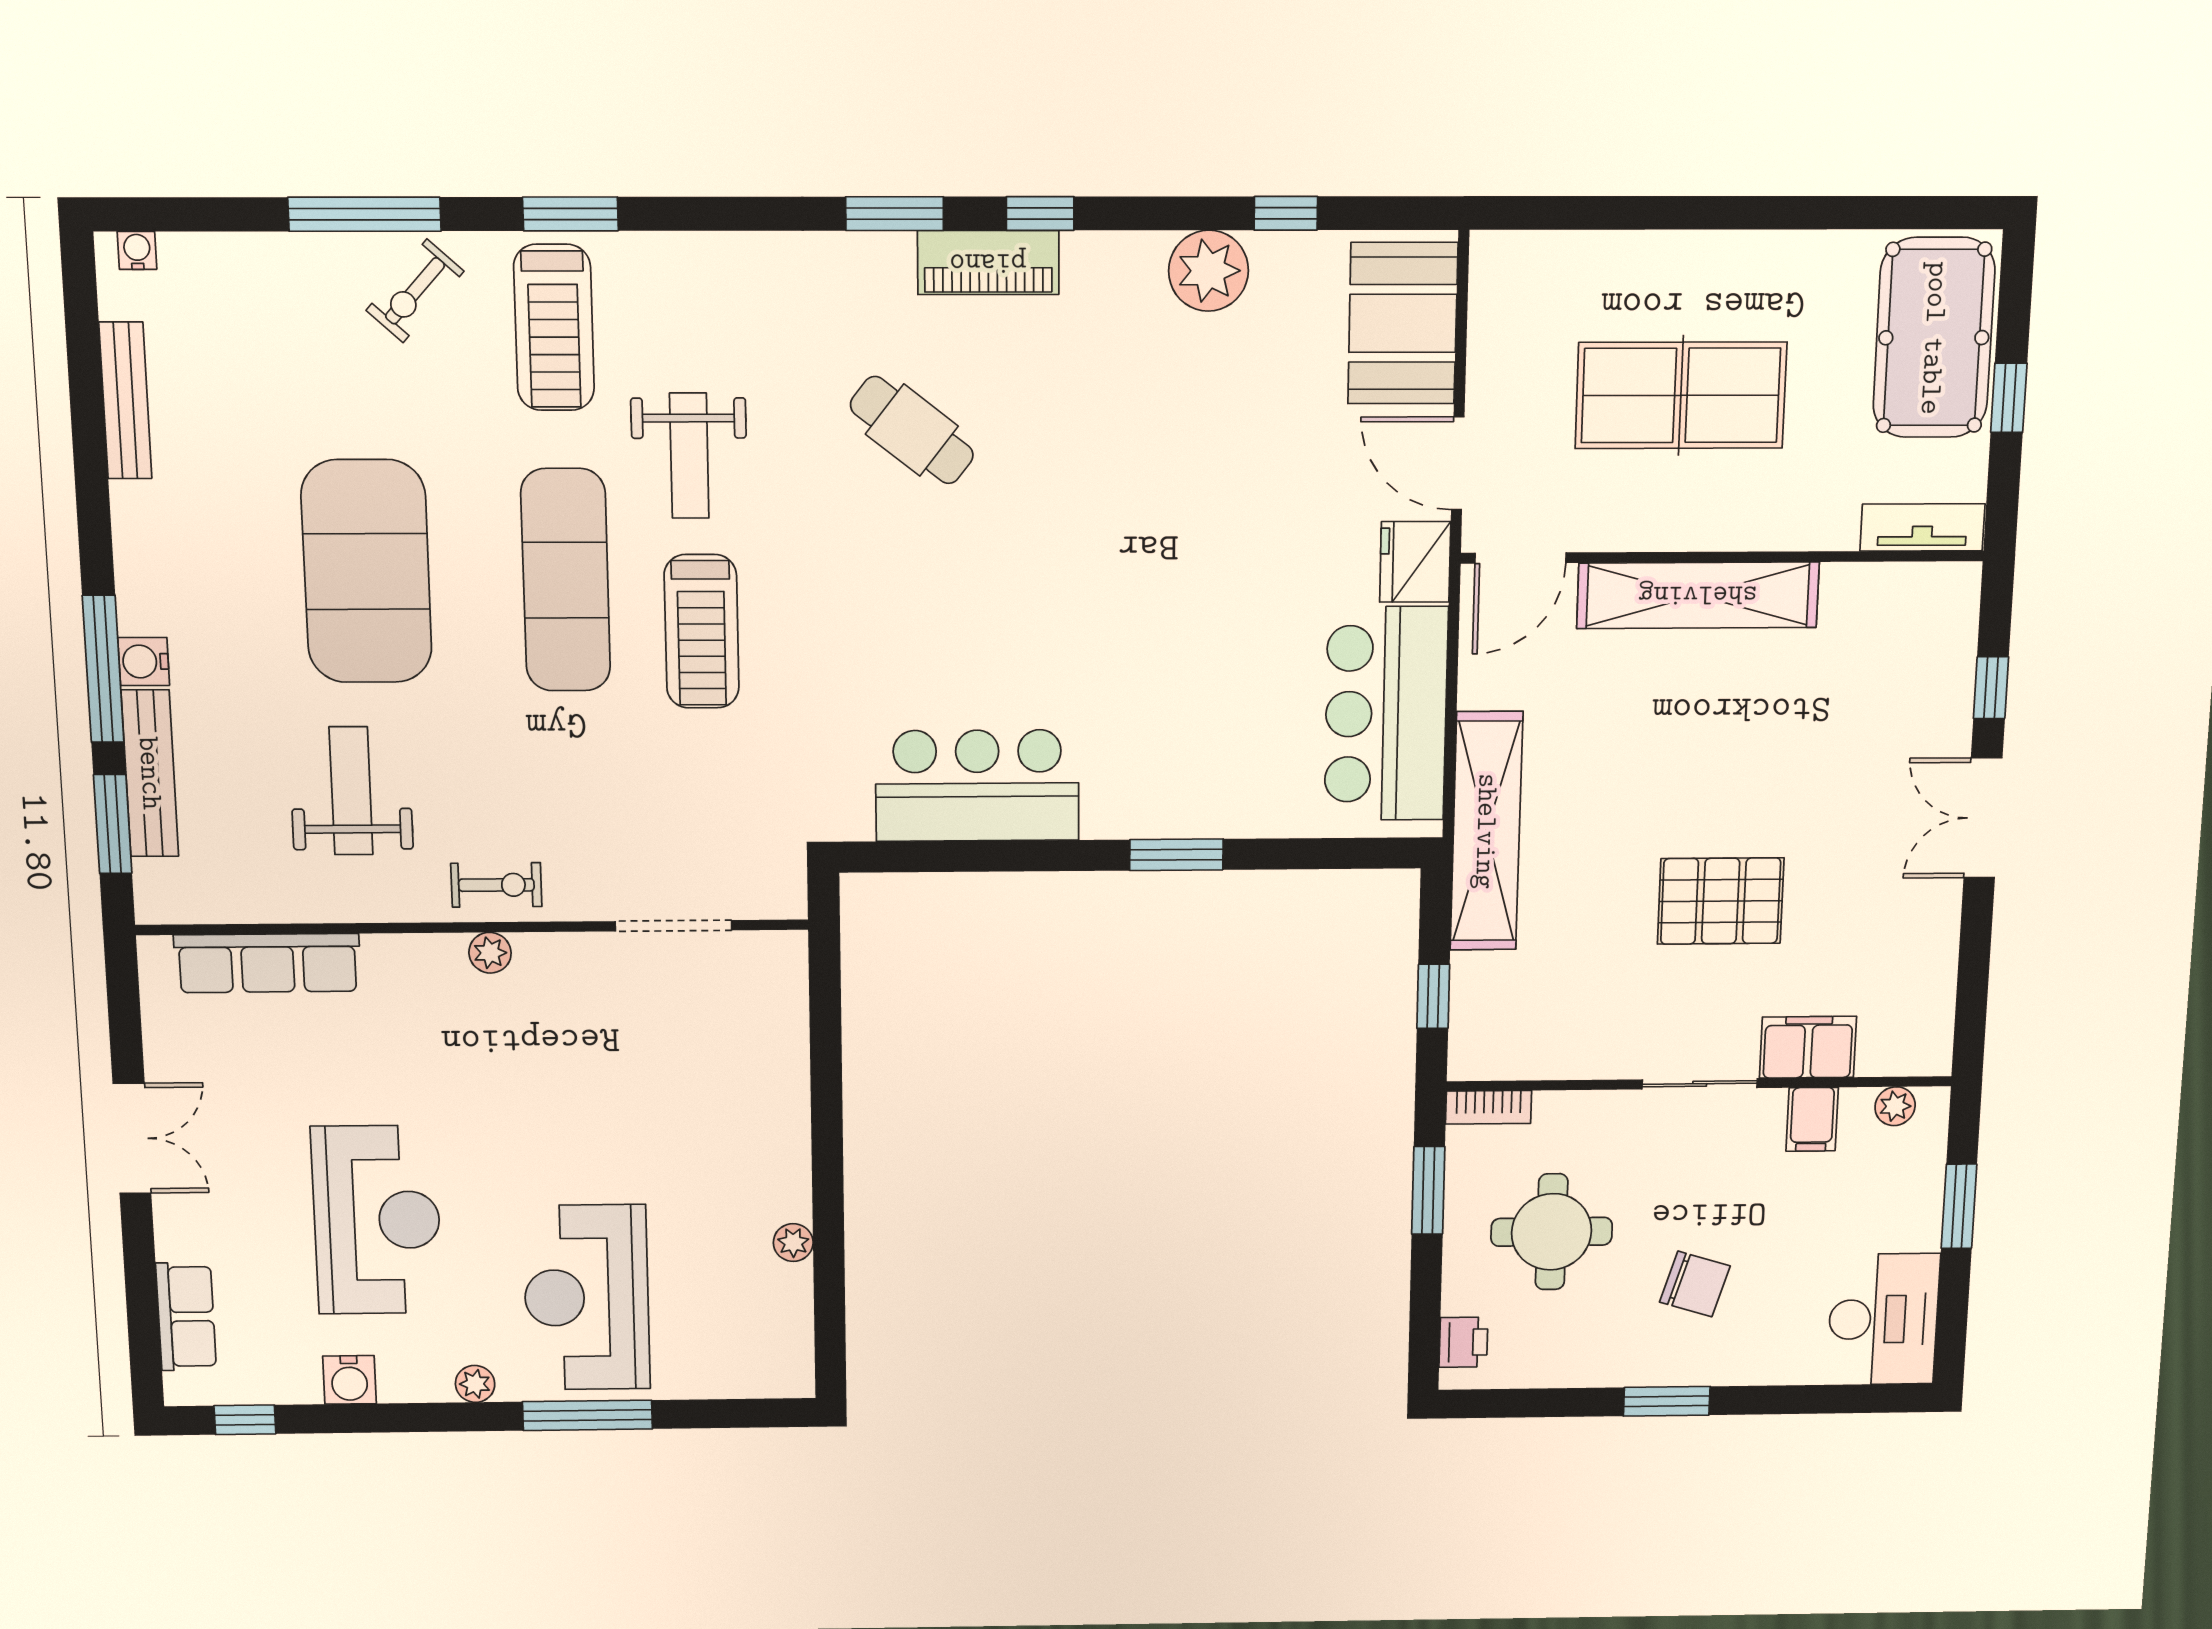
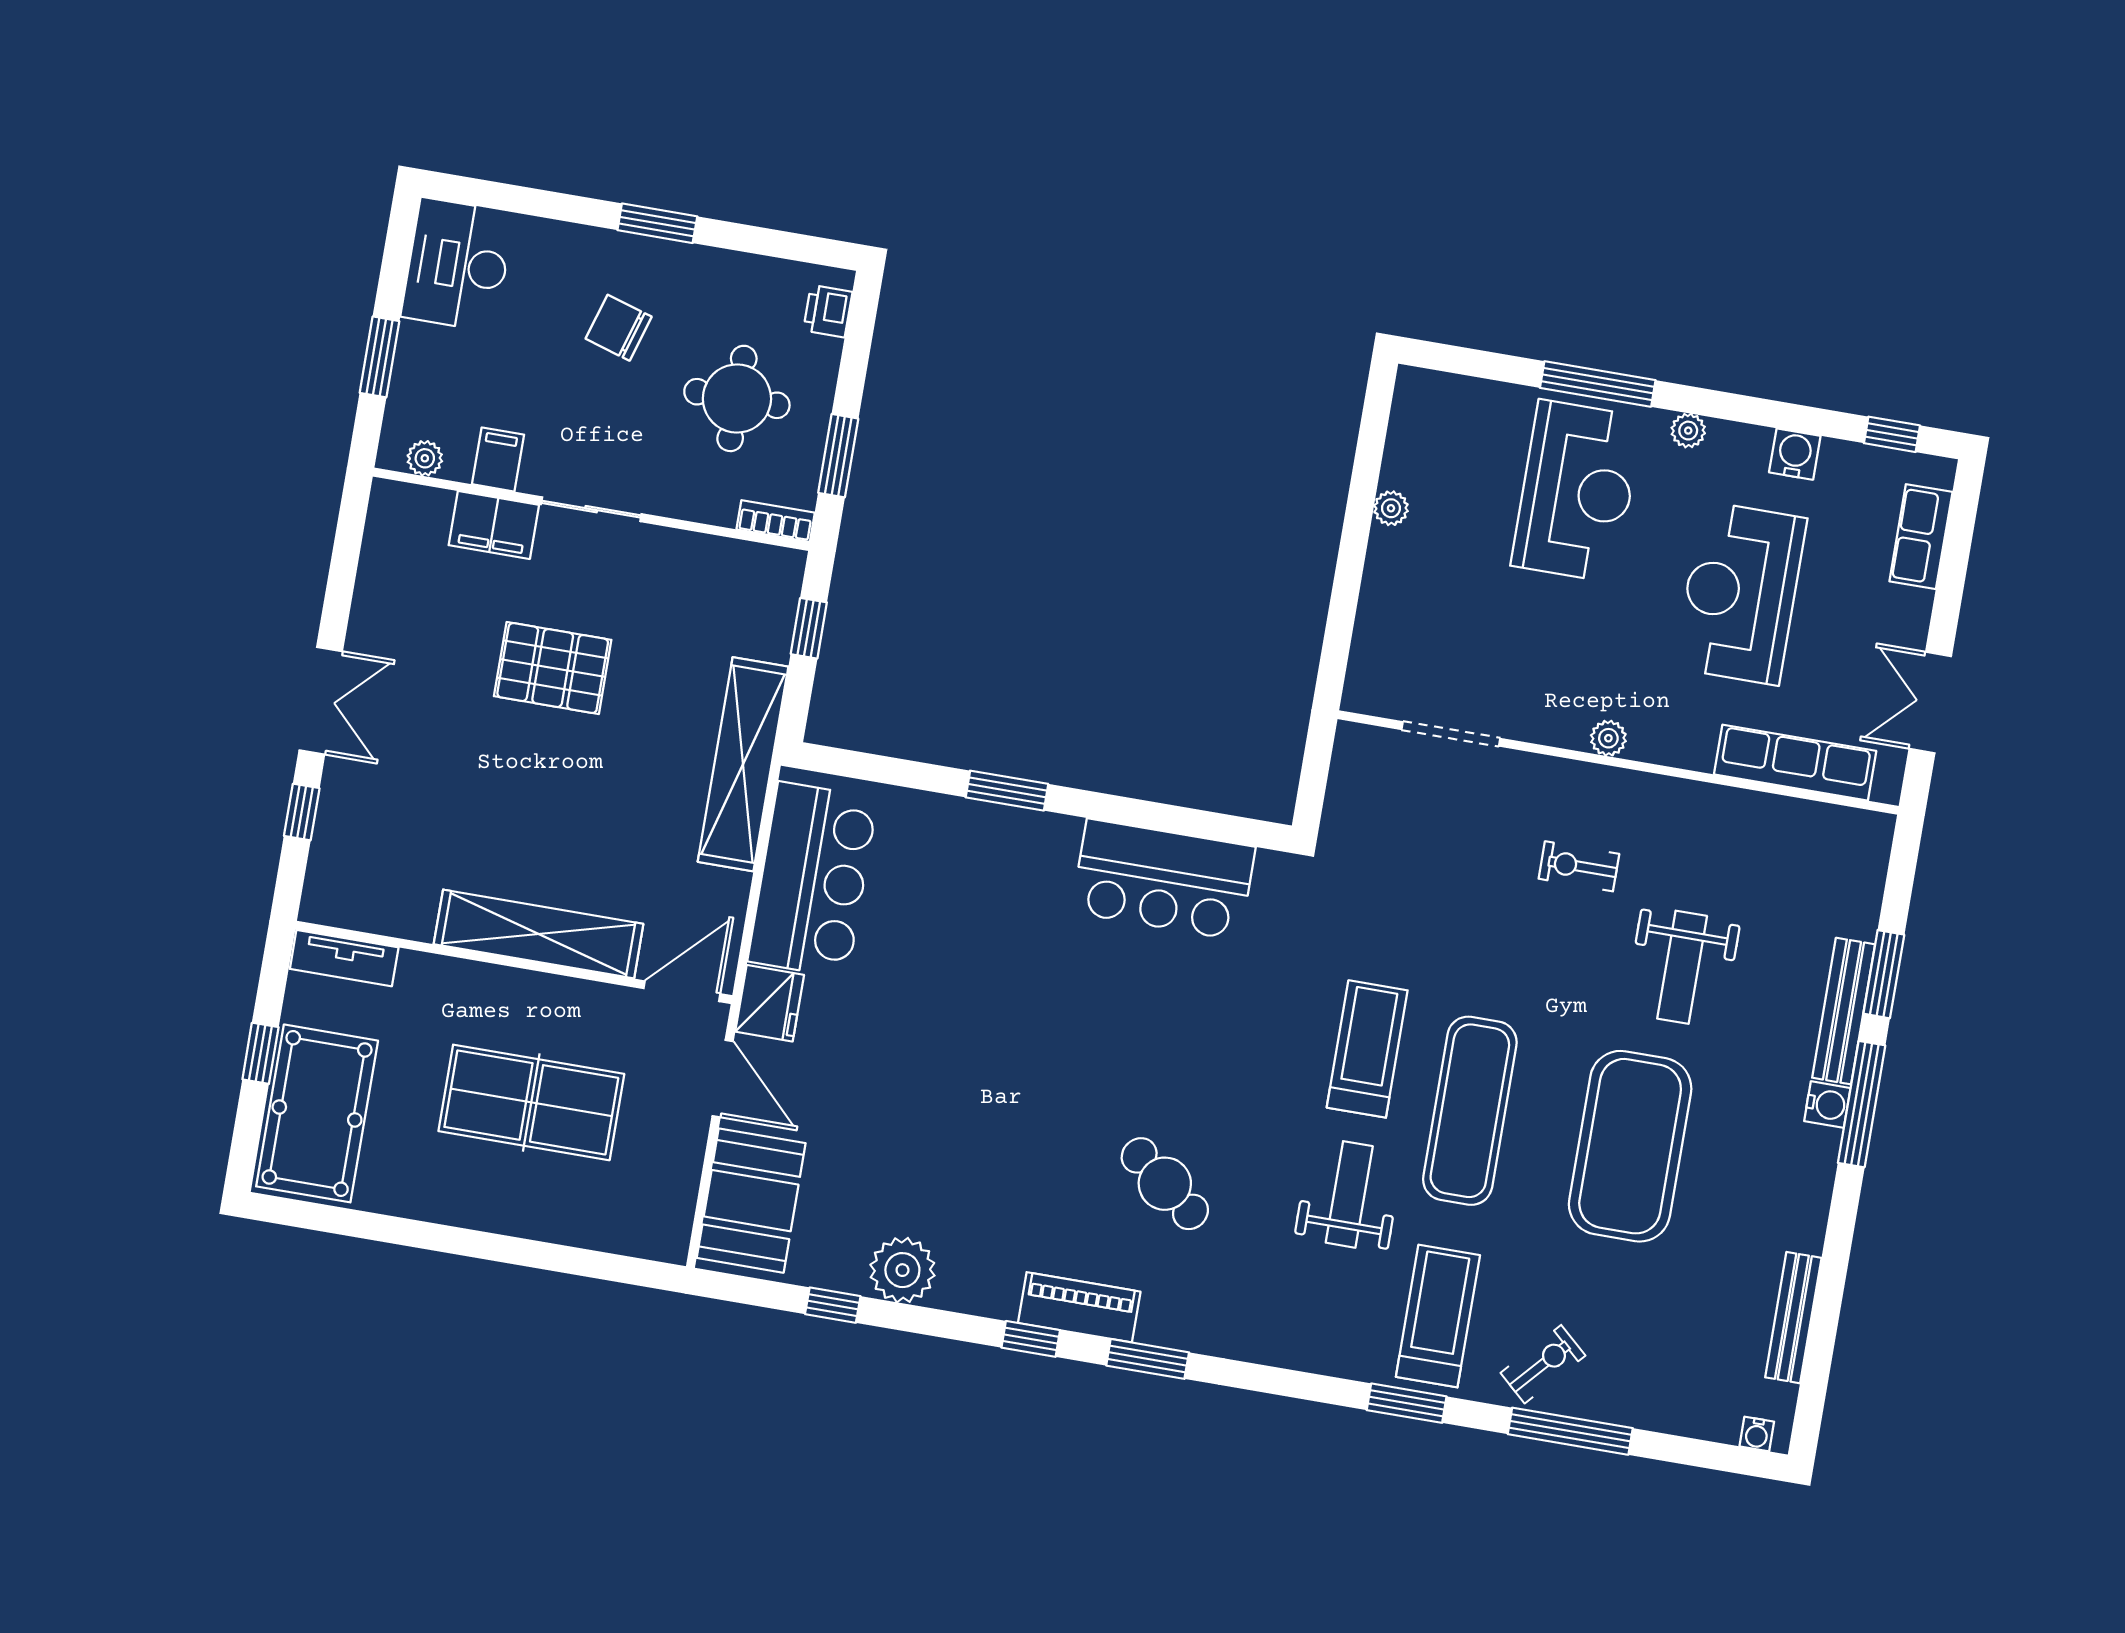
doorway: (673, 926) -> (1451, 734), moved
wall: (473, 927) -> (1618, 762), moved
plant: (490, 953) -> (1608, 738), moved
row of seats: (268, 963) -> (1795, 763), moved

